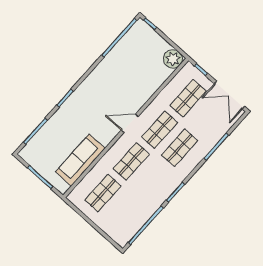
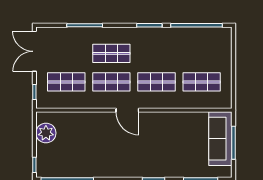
plant: (173, 59) -> (46, 133), moved
double door: (229, 95) -> (34, 51), swing flipped
sofa: (80, 160) -> (220, 139), moved, turned 90

